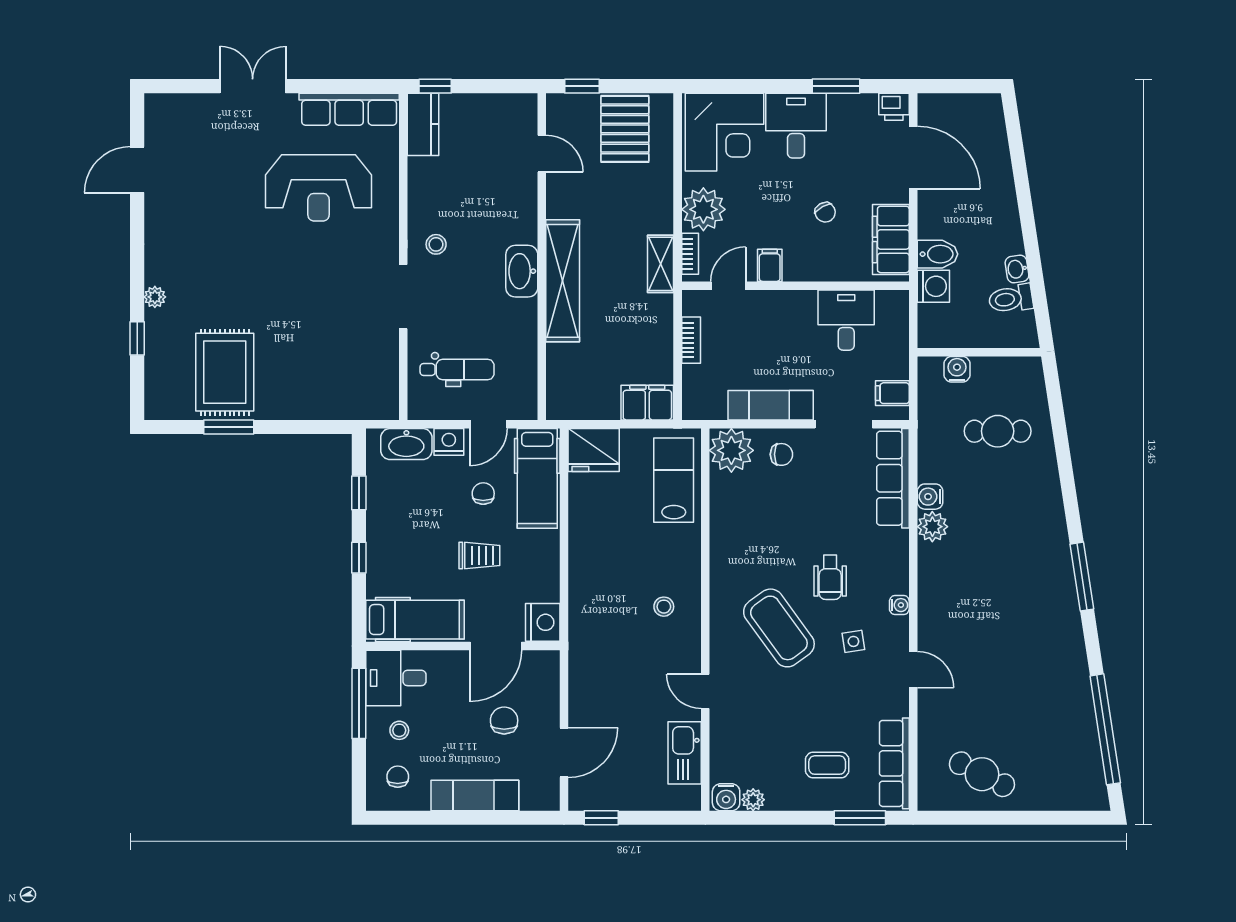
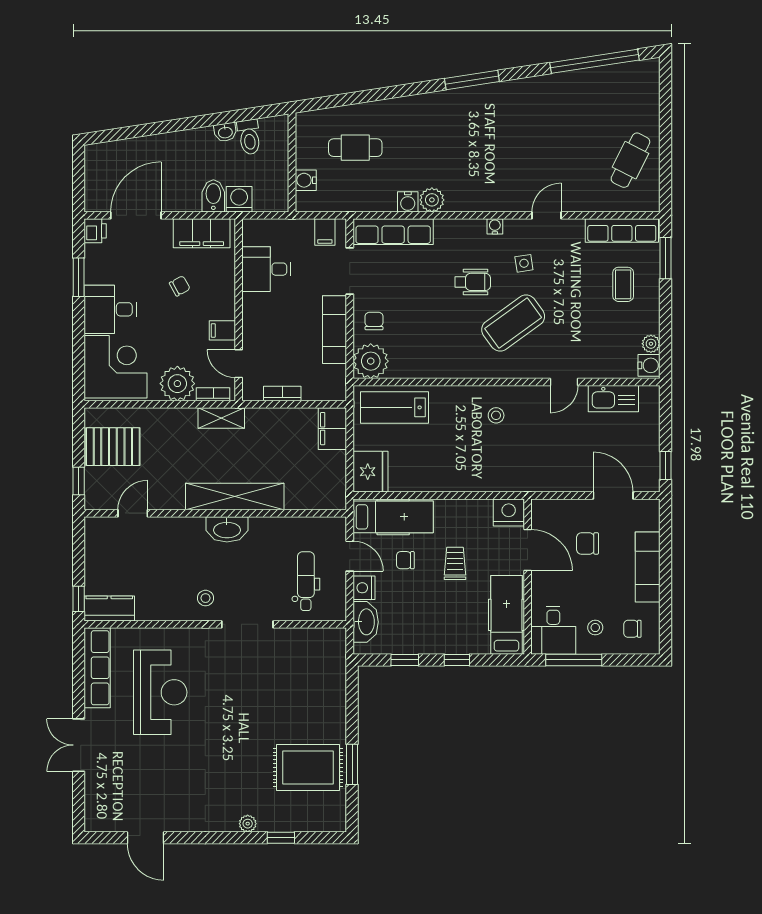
cafe table: (998, 431) -> (355, 148), turned 90

